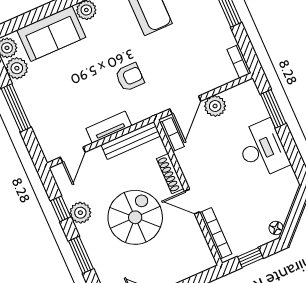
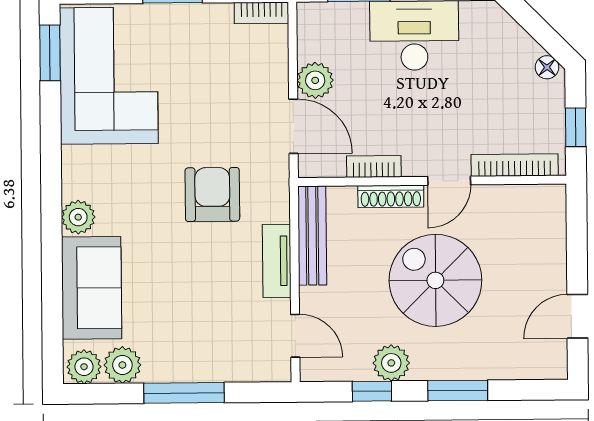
armchair: (130, 77) -> (212, 194), width x1.38, depth x1.38
bookcase: (172, 135) -> (374, 167), moved

